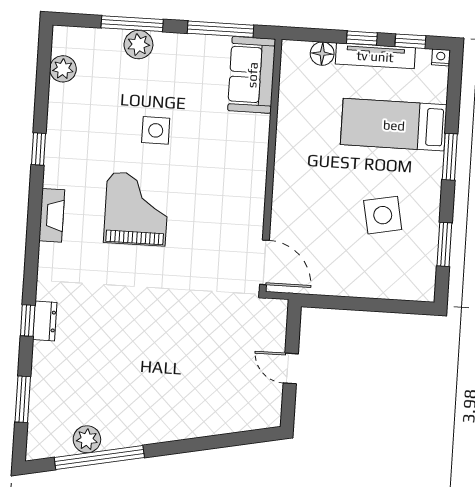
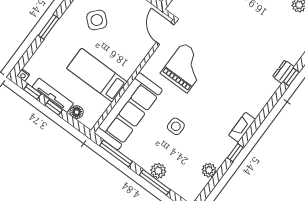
plant: (63, 69) -> (209, 170), moved
sofa: (252, 75) -> (128, 111), width x1.85, depth x1.27
bed: (394, 125) -> (97, 75), moved, turned 180
grand piano: (136, 209) -> (185, 68), moved, turned 180
fireplace: (52, 215) -> (242, 127), moved
side table: (383, 215) -> (97, 20), turned -37

